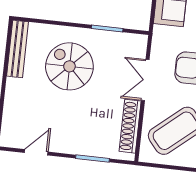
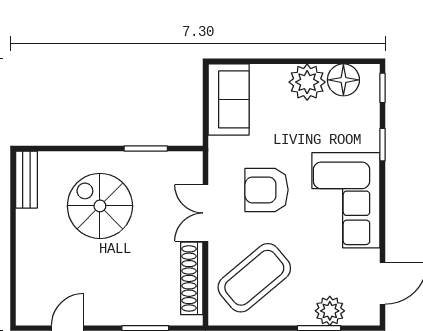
bench: (18, 49) -> (26, 180), width x0.73

